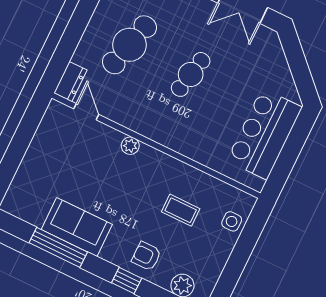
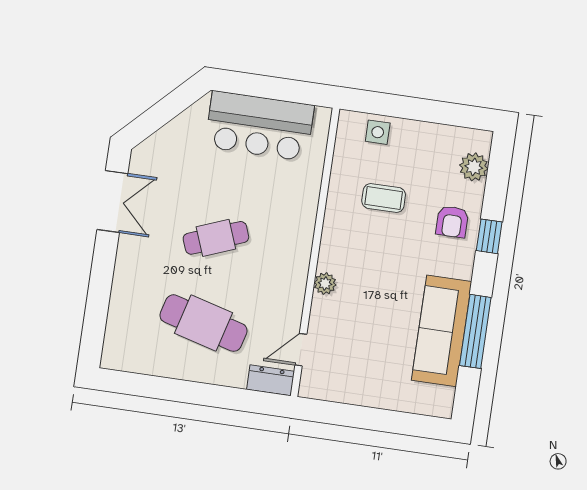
cafe table: (191, 74) -> (216, 238), turned -33
coffee table: (181, 210) -> (384, 198), turned 90
sofa: (77, 227) -> (442, 331), width x1.36

